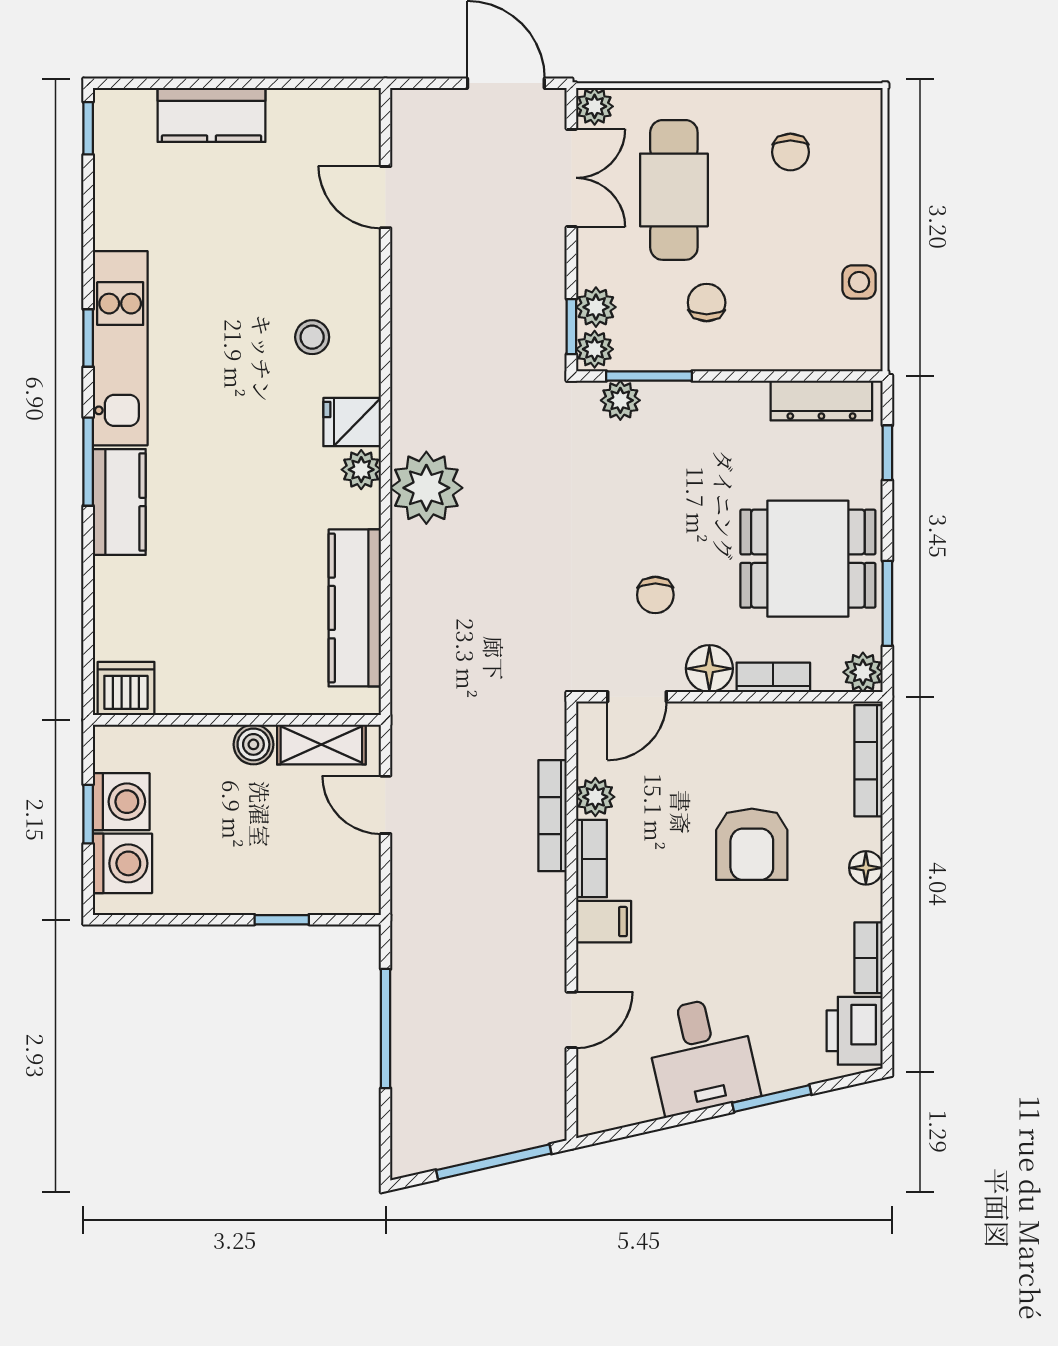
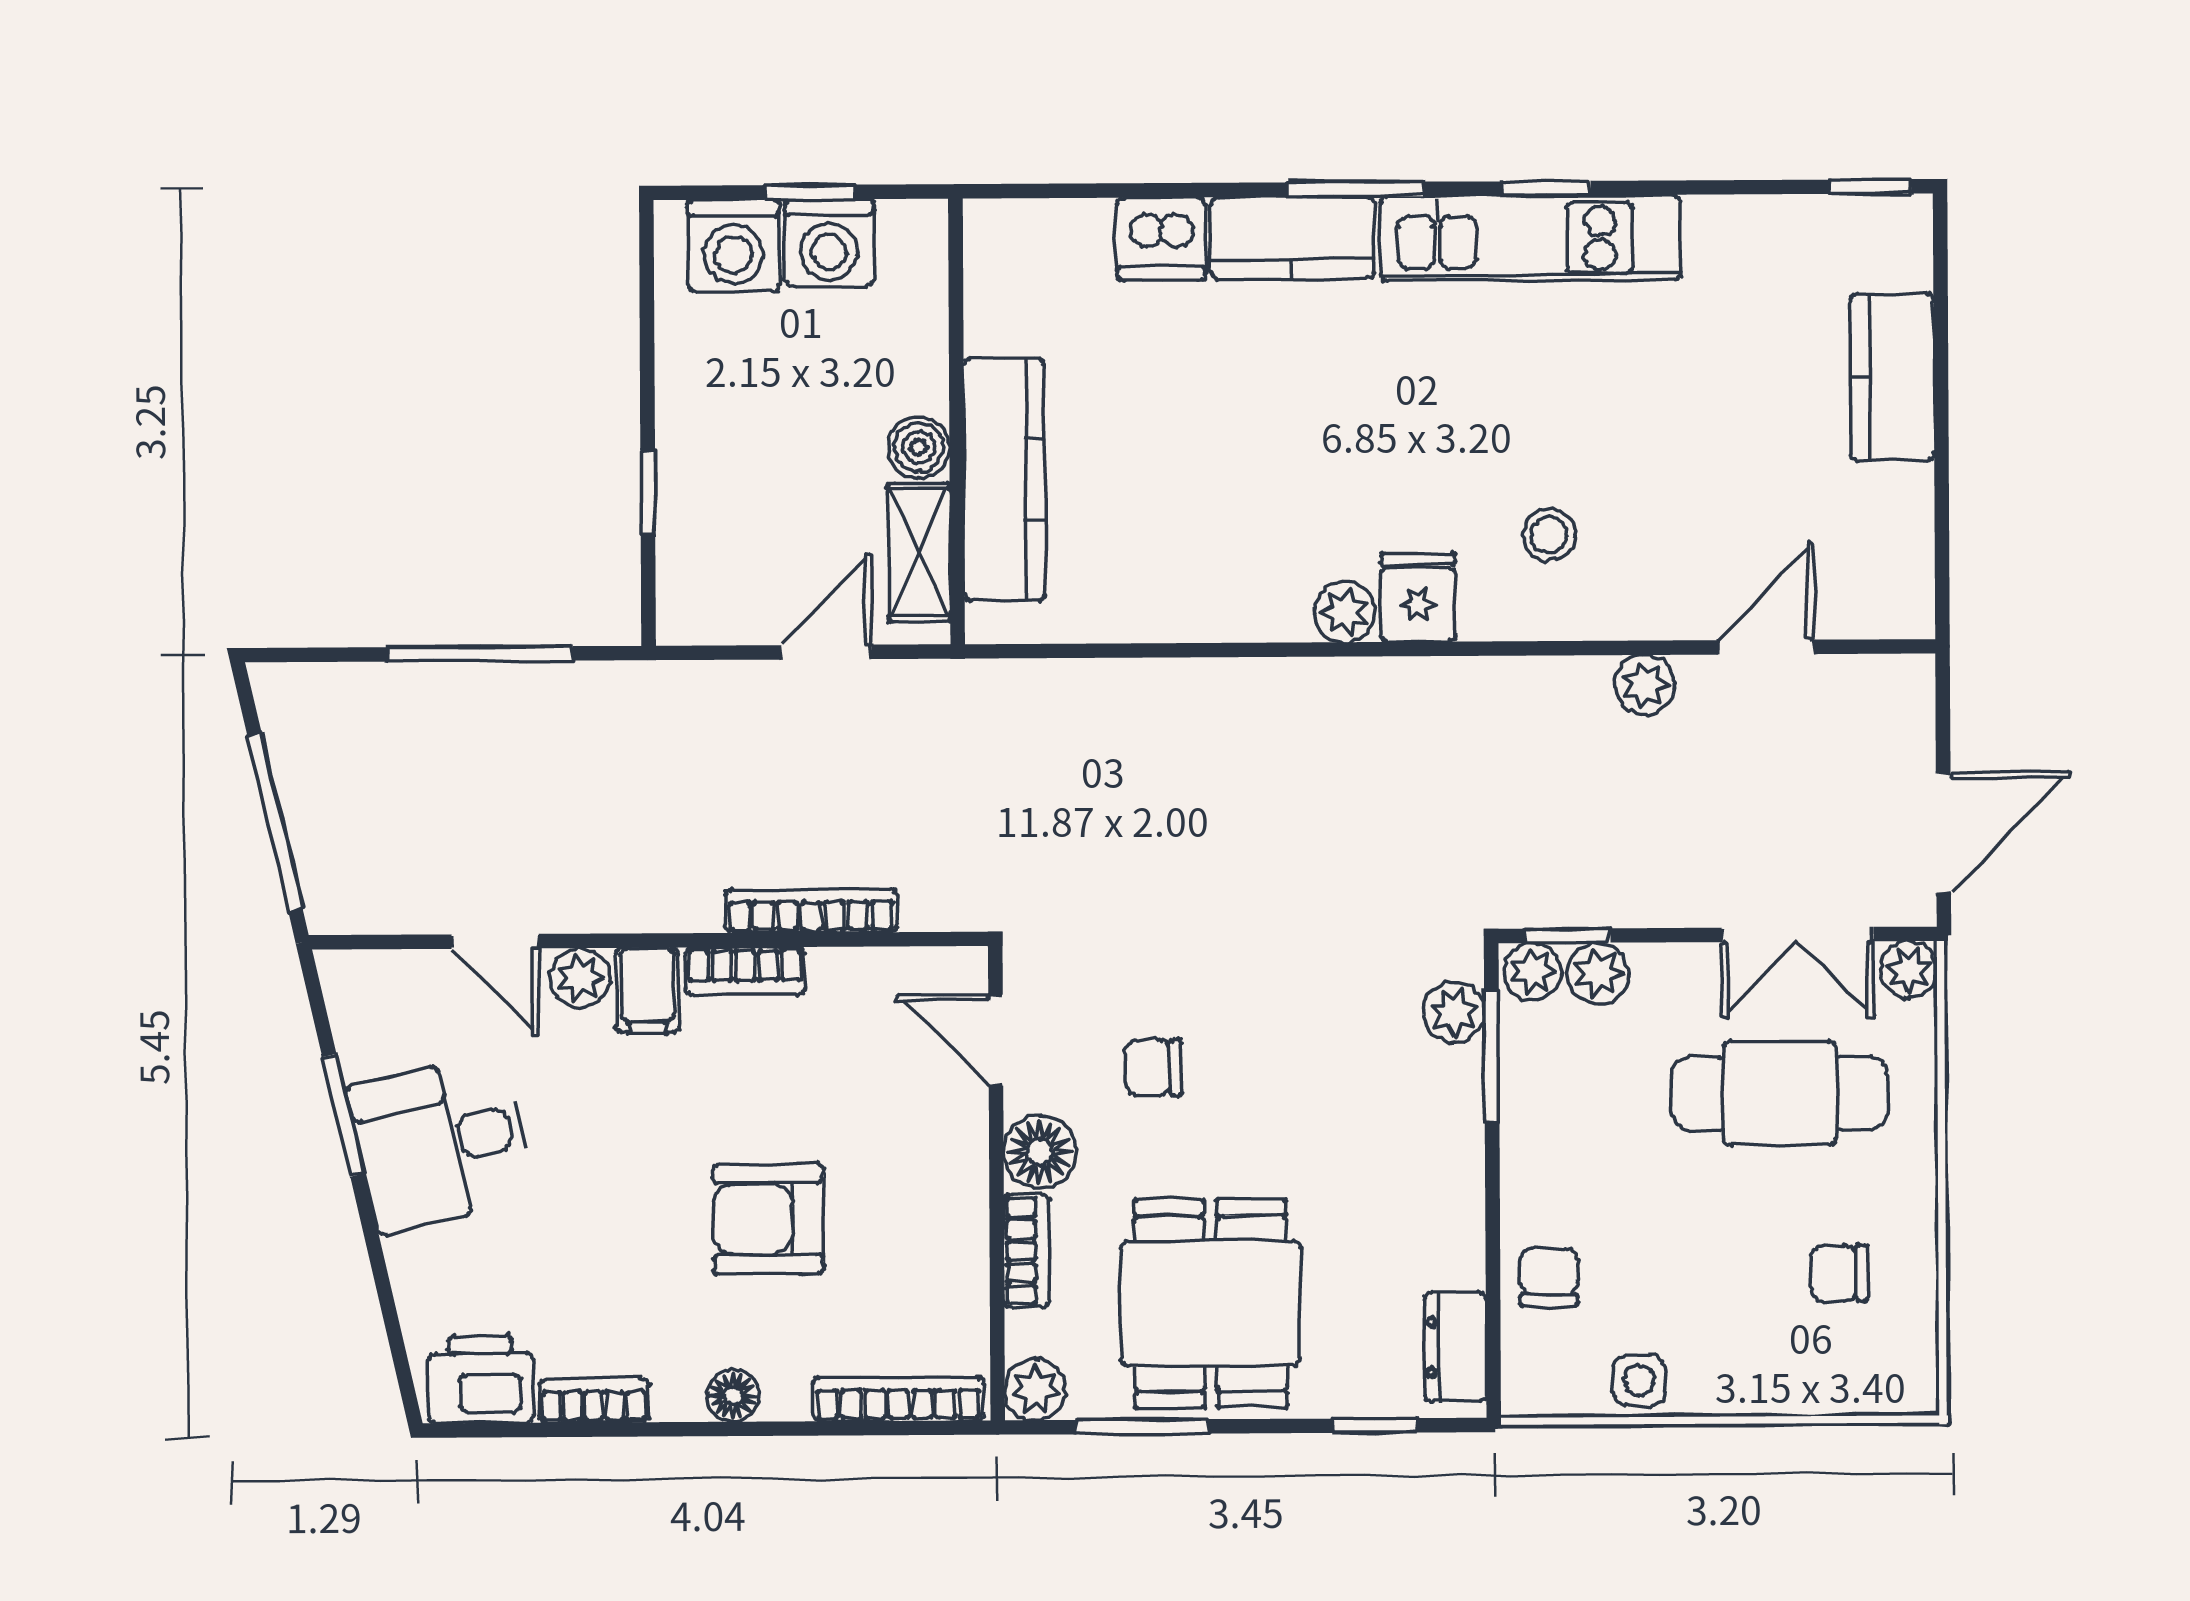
chair: (707, 303) -> (1549, 1277), moved, turned -90
dresser: (821, 401) -> (1455, 1347), width x0.70
plant: (426, 488) -> (1645, 685), moved, width x0.53, depth x0.53
kitchen counter: (355, 608) -> (1005, 479), moved, turned 90
dishwasher: (126, 689) -> (1161, 239), moved, turned 90
plant: (595, 797) -> (580, 978), moved
window: (772, 1098) -> (343, 1115), moved

